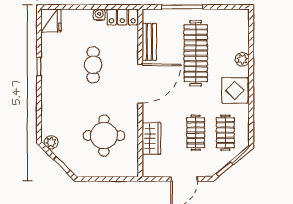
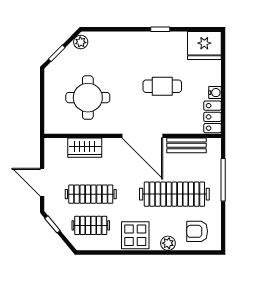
fridge: (51, 21) -> (204, 45), width x1.36, depth x1.34
armchair: (231, 32) -> (197, 231), added
clothes rail: (196, 133) -> (91, 194), width x1.36

